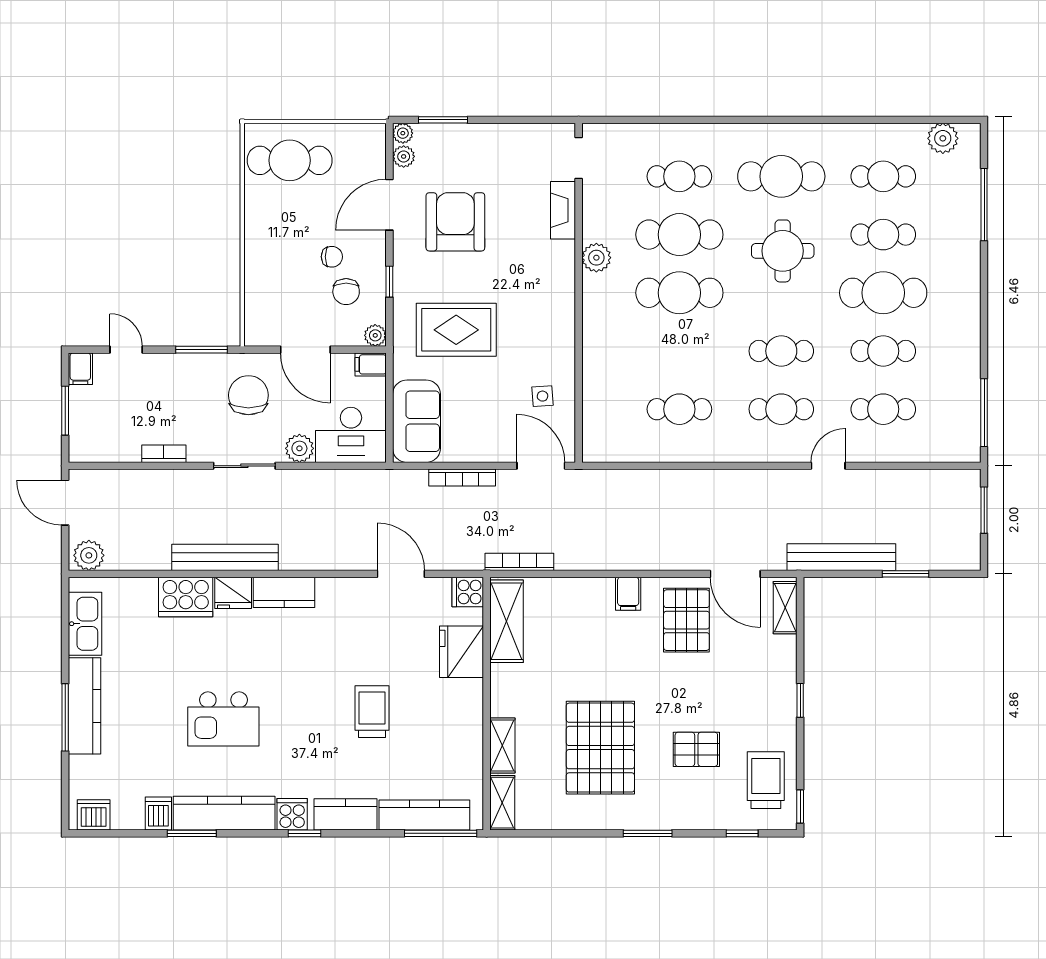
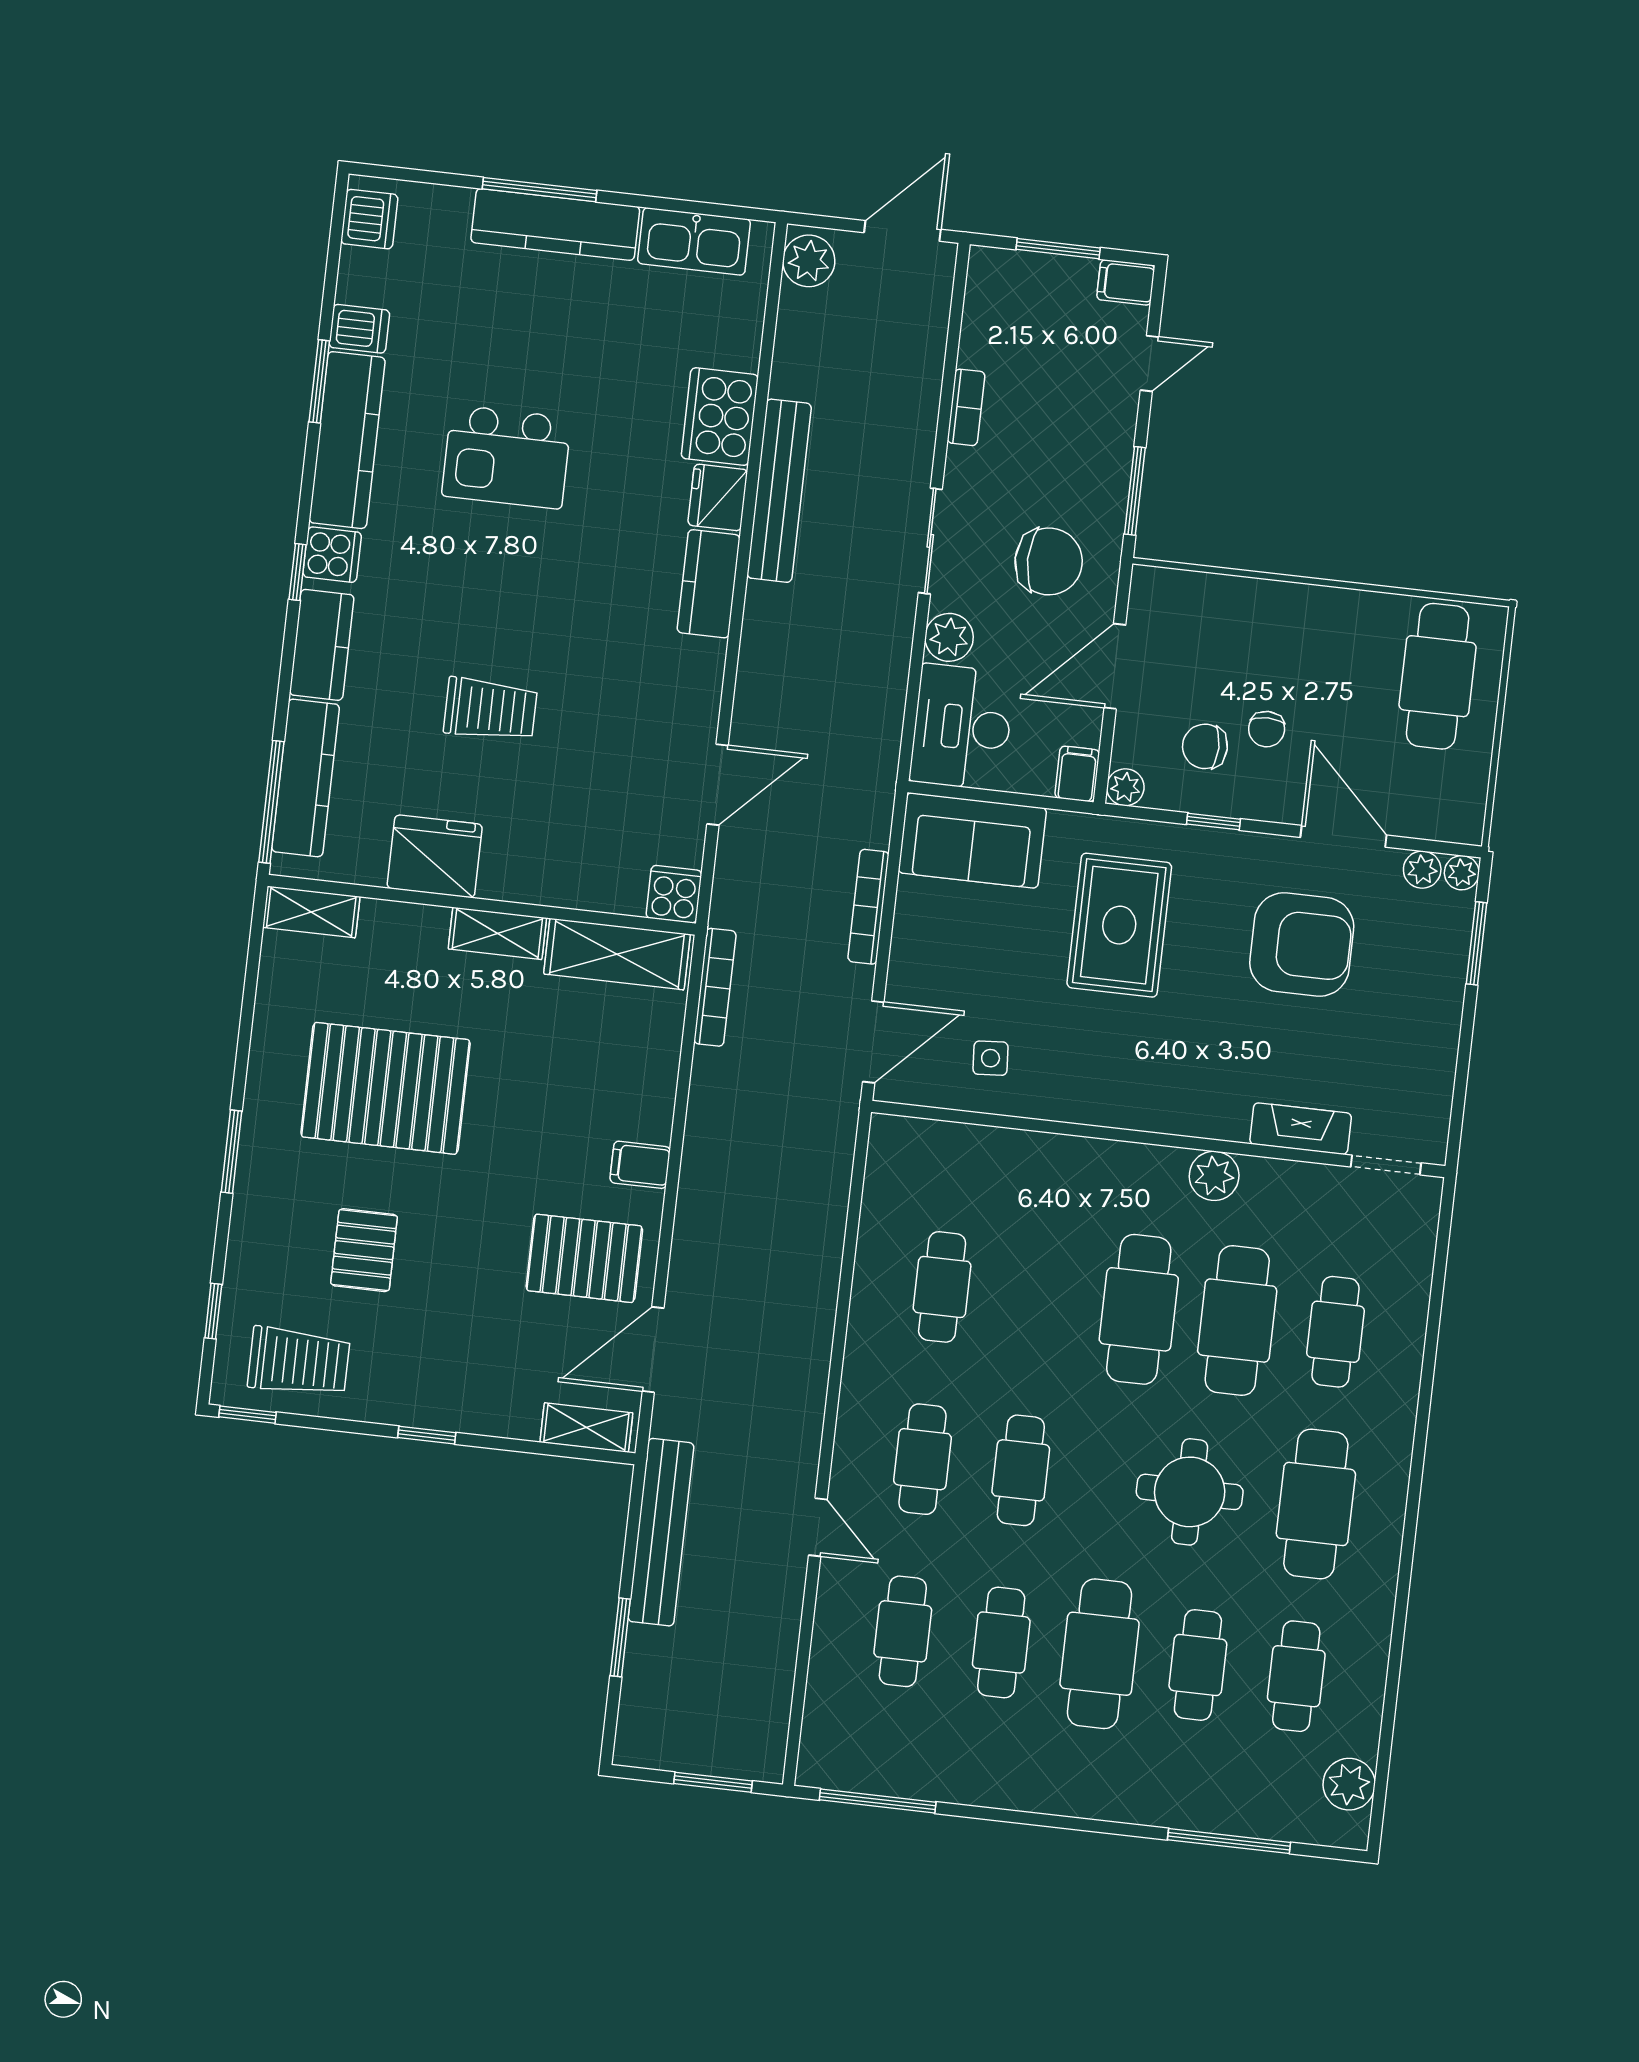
fridge: (462, 652) -> (435, 856), moved
kitchen island: (223, 719) -> (506, 457), turned -90
shelving: (502, 745) -> (497, 933), moved

